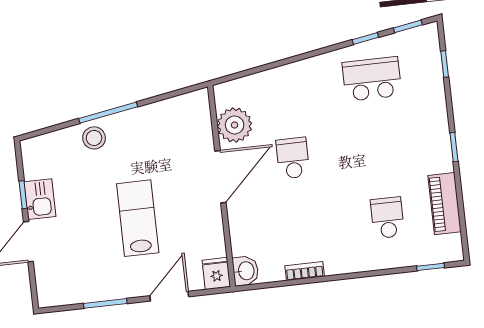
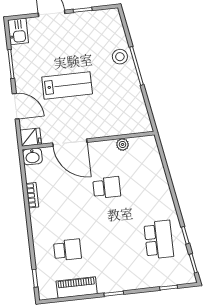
plant: (235, 125) -> (122, 144), width x0.53, depth x0.53
door: (220, 177) -> (70, 143), moved
kitchen sink: (40, 199) -> (18, 31), moved, turned -90

